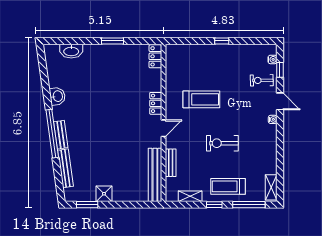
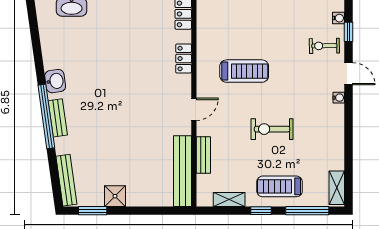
washbasin: (57, 96) -> (55, 81), moved
locker: (156, 103) -> (184, 59), moved
bench: (66, 168) -> (66, 180), moved

